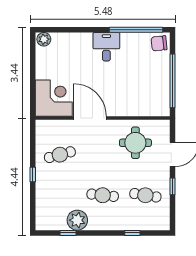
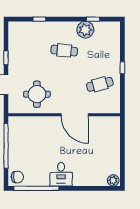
corner desk: (54, 98) -> (105, 131), removed
cafe table: (145, 195) -> (29, 50), removed

